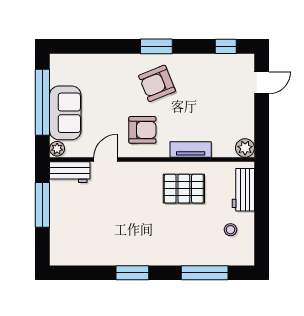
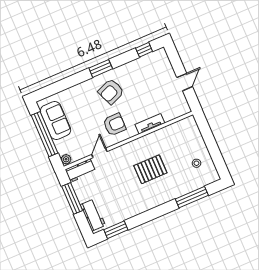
door: (262, 83) -> (185, 82), moved
sofa: (65, 113) -> (55, 120), moved
plant: (245, 148) -> (184, 108), removed
pallet: (184, 189) -> (150, 169), moved
workbench: (243, 190) -> (93, 215), moved, turned 180
window: (132, 273) -> (116, 230), moved

